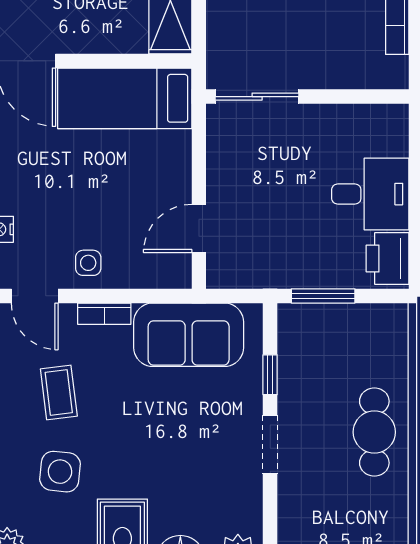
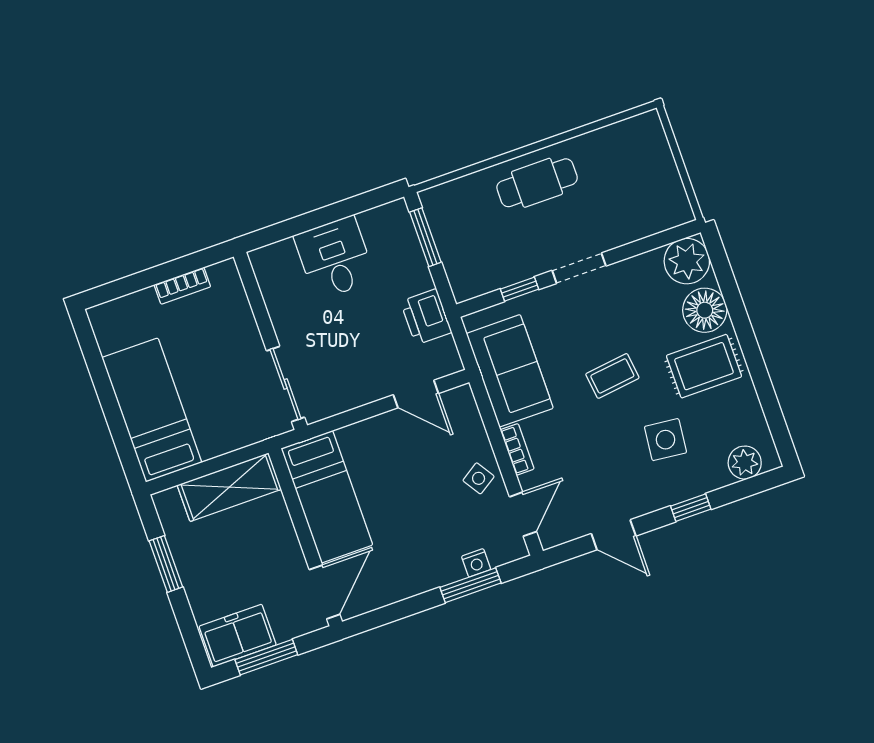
printer: (388, 259) -> (426, 317), moved, turned 90
side table: (88, 263) -> (479, 478), turned -33
window: (323, 296) -> (425, 237), moved
coffee table: (59, 392) -> (612, 376), moved

